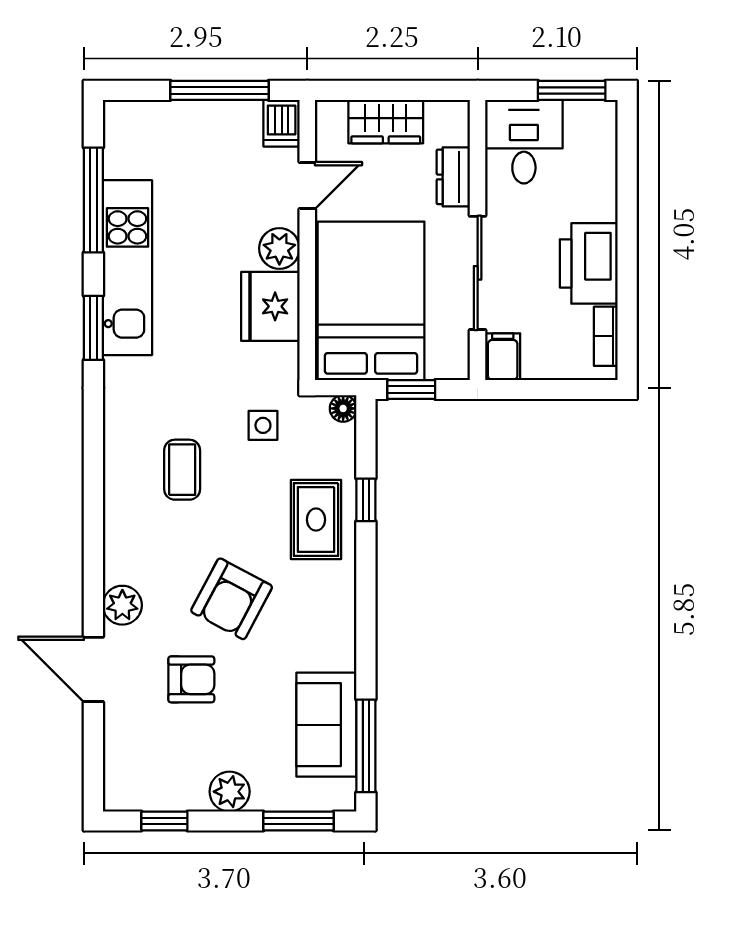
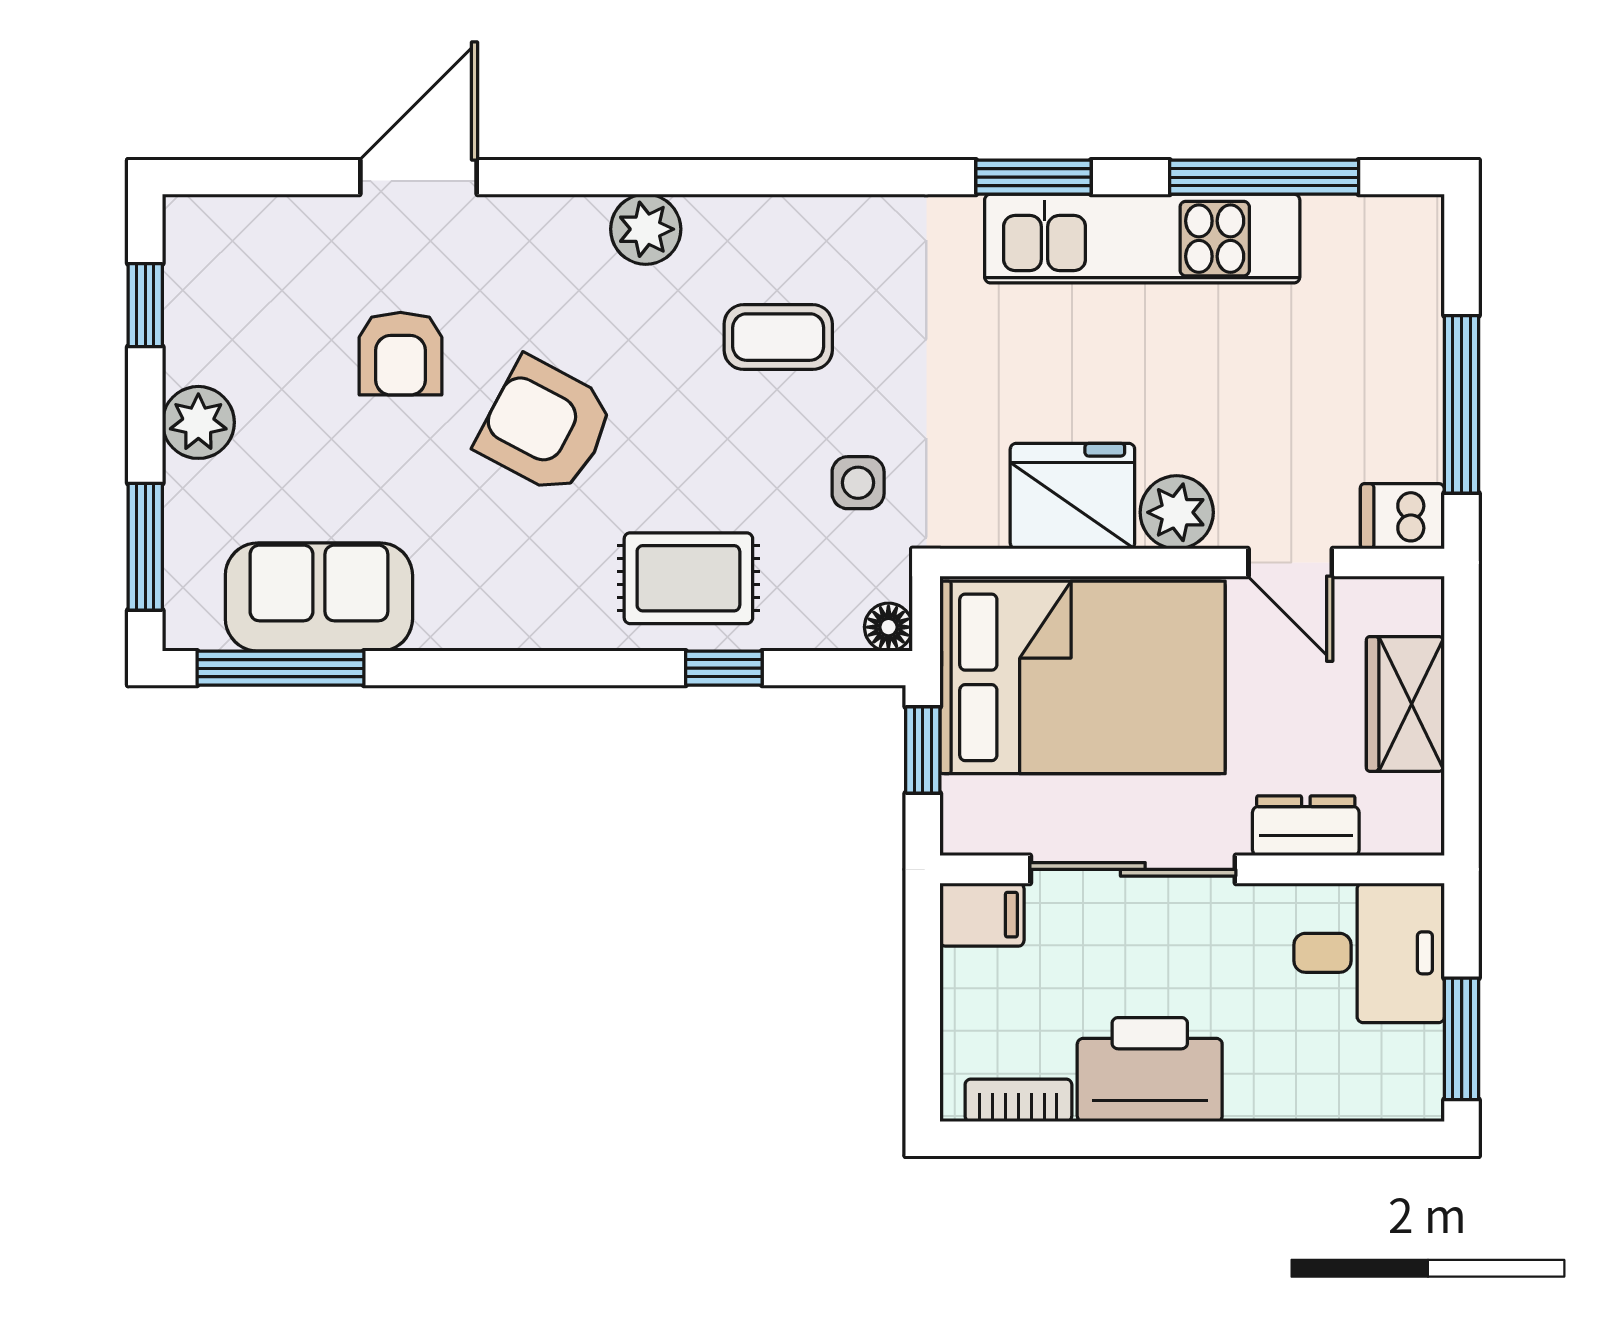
plant: (122, 605) -> (646, 229), moved

